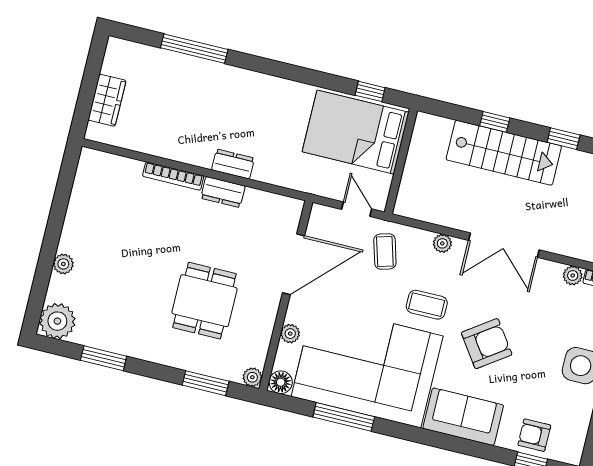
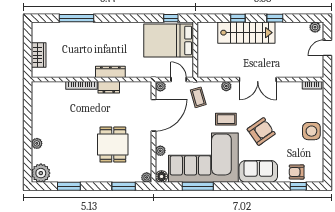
dresser: (233, 164) -> (110, 72), width x1.44
plant: (573, 275) -> (160, 86), moved

